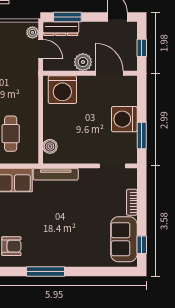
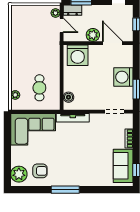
dresser: (61, 29) -> (72, 10), width x0.70

